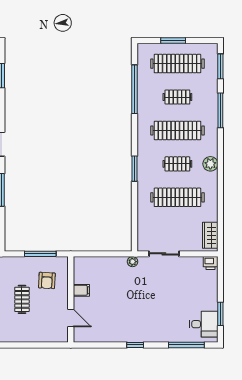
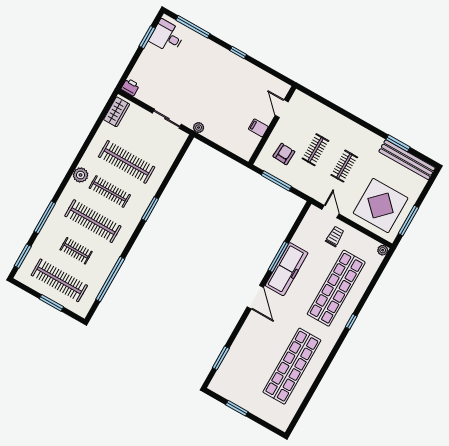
clothes rail: (177, 164) -> (110, 191), width x1.36

